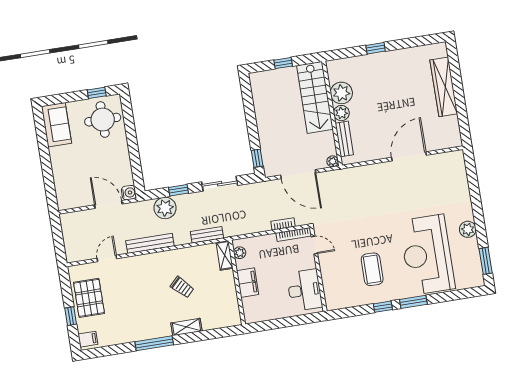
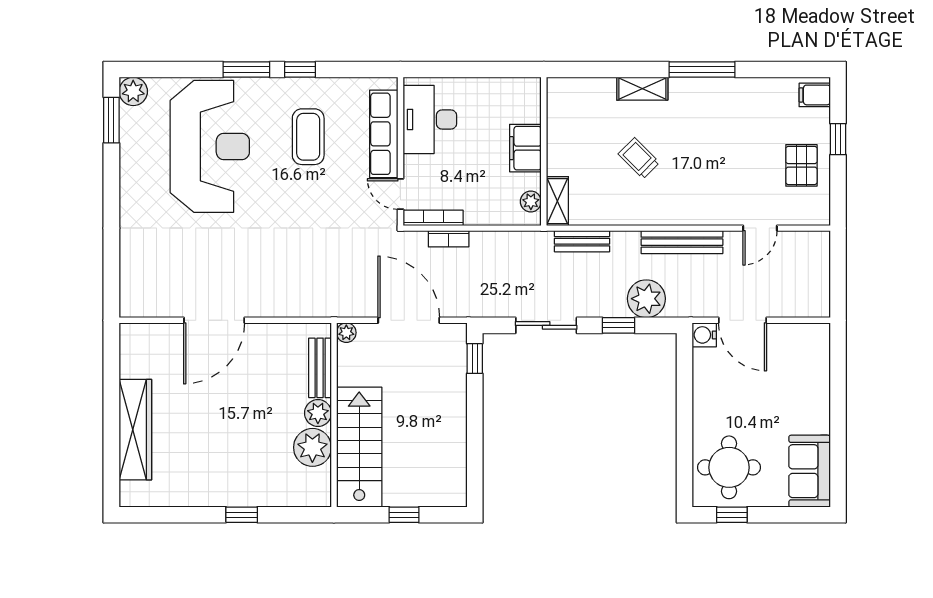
plant: (468, 229) -> (133, 91), moved
row of seats: (329, 278) -> (384, 134), added
pallet: (89, 298) -> (801, 165), width x0.67, depth x0.71

